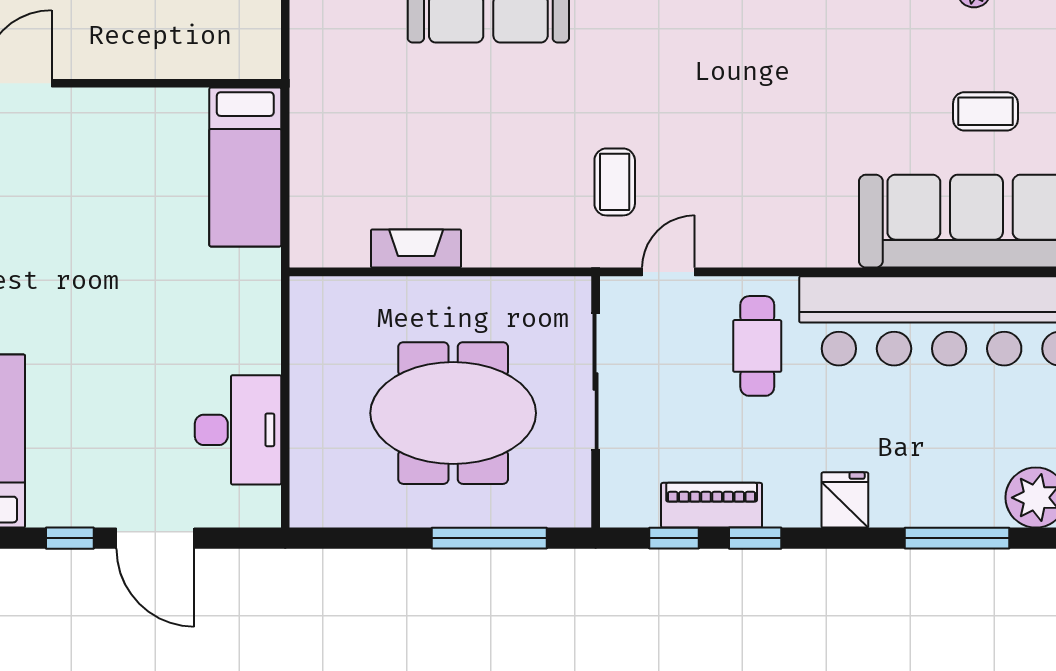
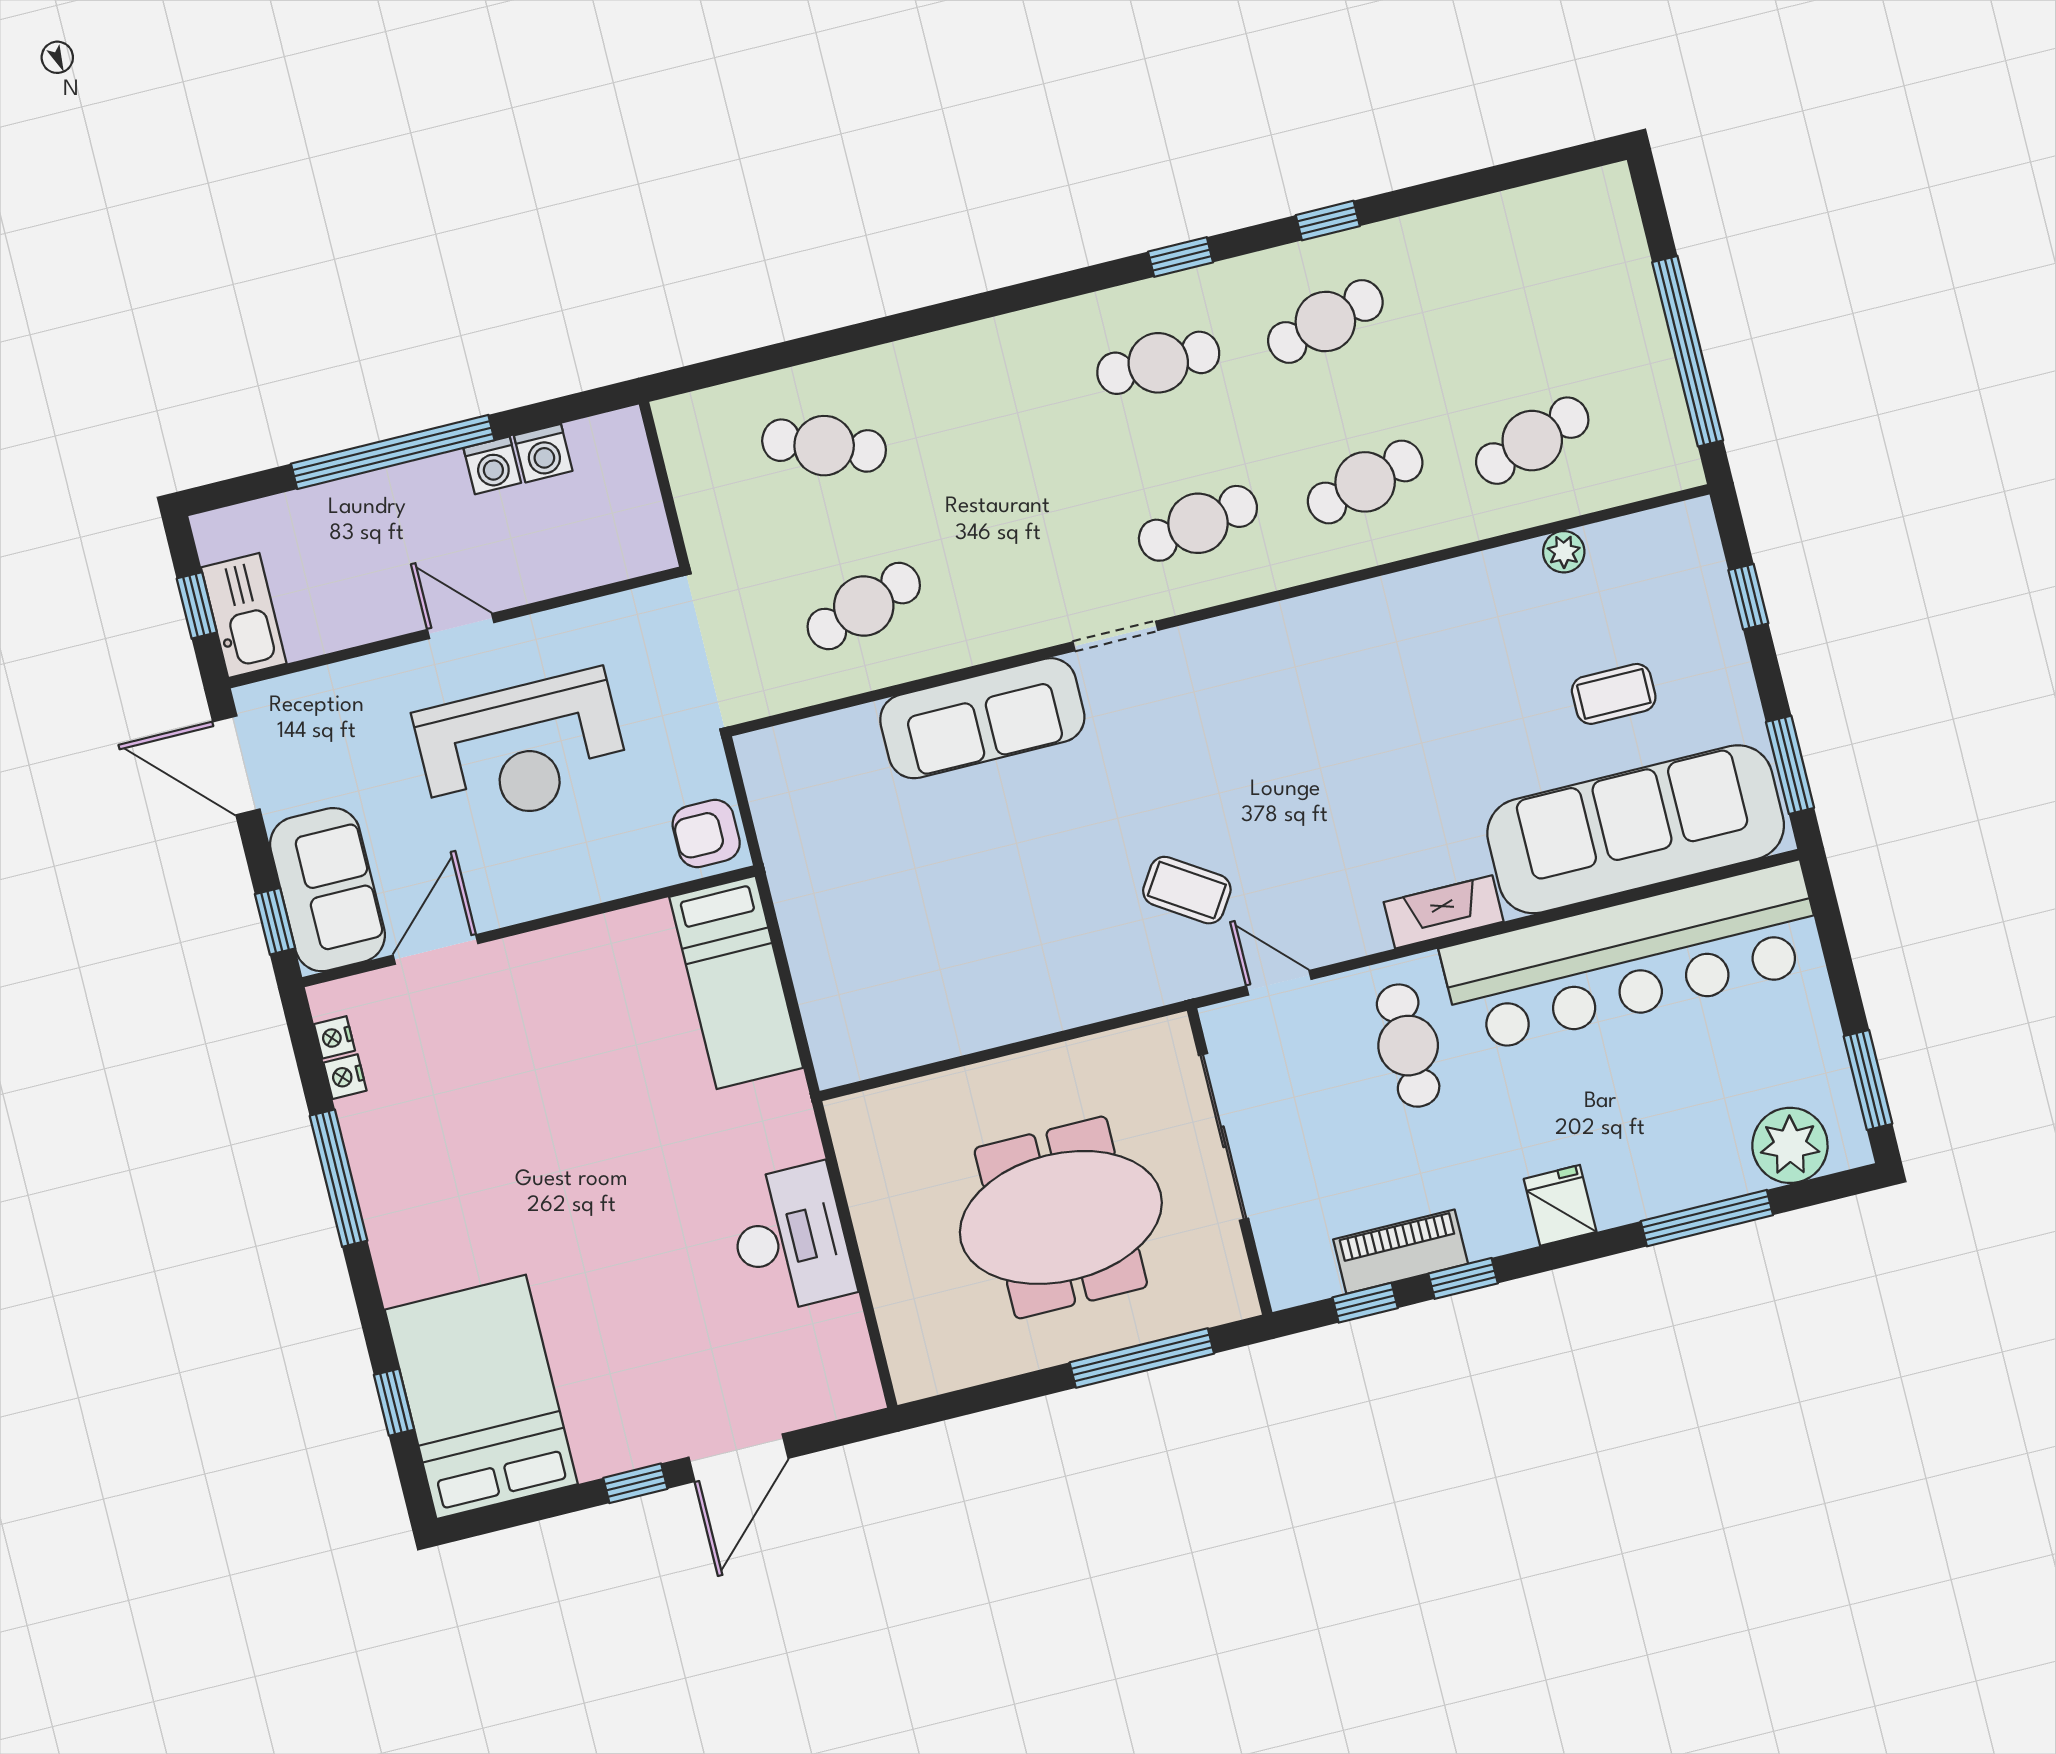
armchair: (251, 45) -> (706, 833), added
coffee table: (615, 182) -> (1187, 890), turned -57
fireplace: (416, 249) -> (1444, 912), moved
door: (668, 272) -> (1279, 983), hinge flipped
desk: (238, 430) -> (790, 1239), moved
door: (155, 538) -> (738, 1458), hinge flipped

